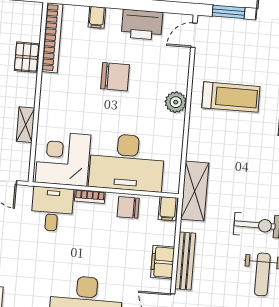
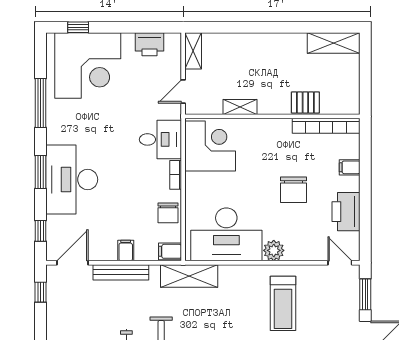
desk: (127, 162) -> (226, 234), moved, turned -90
chair: (128, 207) -> (168, 213), turned 180
filing cabinet: (163, 262) -> (126, 250), width x0.50

